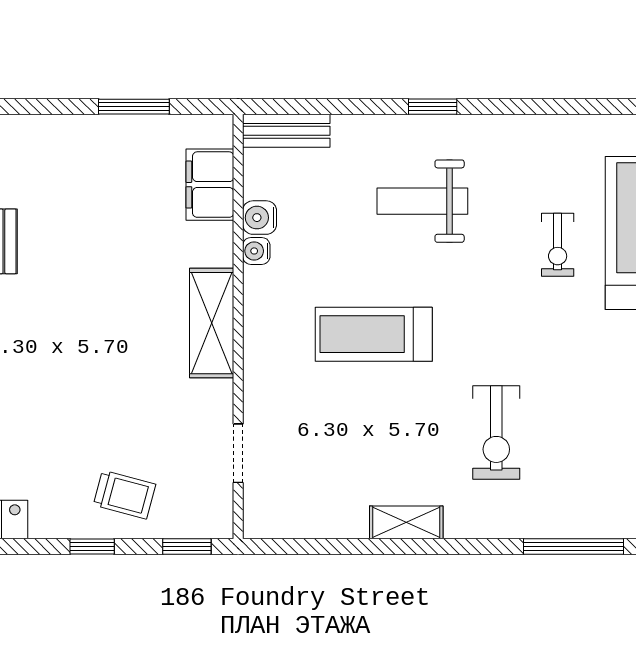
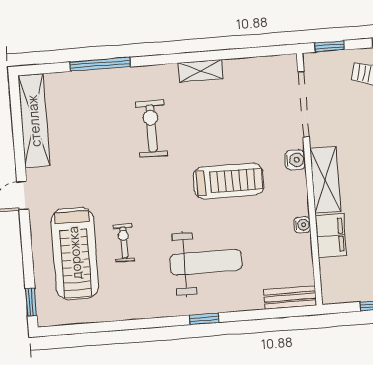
filing cabinet: (210, 185) -> (331, 235), moved
weight bench: (422, 201) -> (206, 262), width x1.36, depth x1.33
water cooler: (260, 218) -> (295, 160), moved
doorway: (238, 453) -> (303, 104), width x1.88

